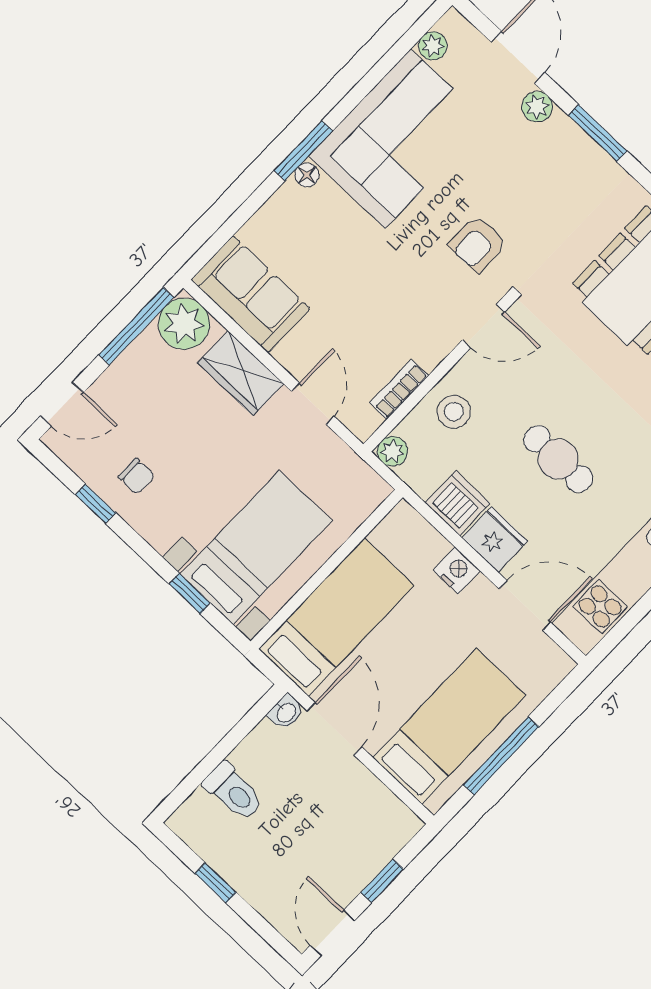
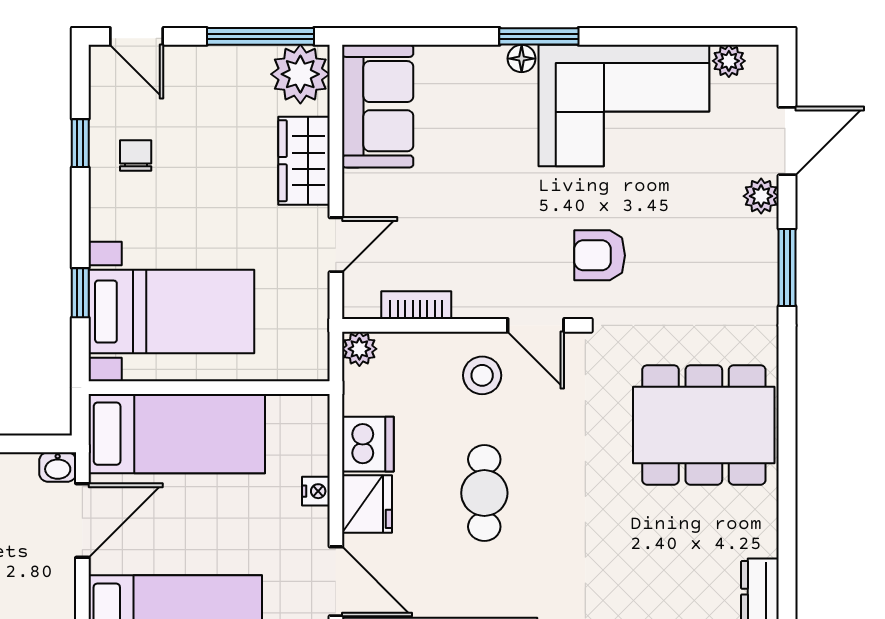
stool: (454, 412) -> (482, 375), moved
chair: (136, 476) -> (136, 156), turned 180
nightstand: (457, 570) -> (316, 491), width x0.72, depth x0.74

